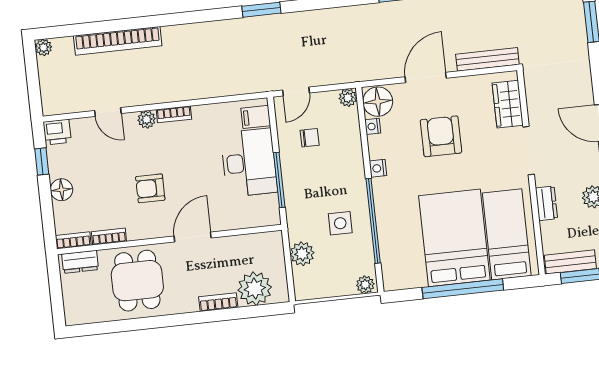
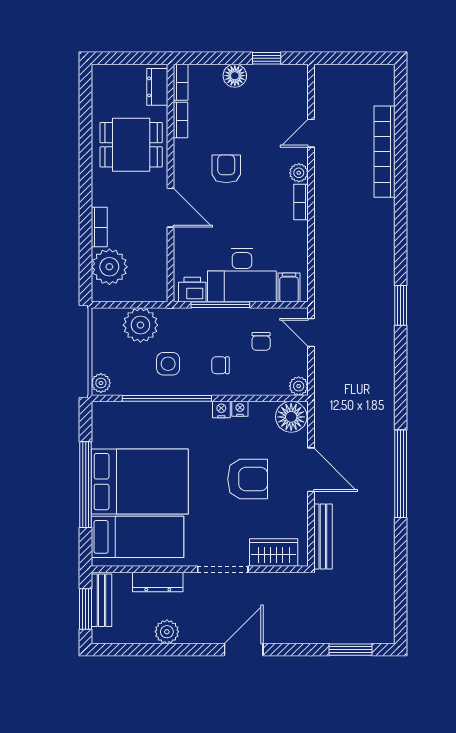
plant: (43, 47) -> (386, 73), removed
nightstand: (373, 126) -> (240, 409), moved
printer: (57, 132) -> (192, 290), moved, turned 90
chair: (336, 174) -> (220, 365), added
dresser: (546, 203) -> (158, 582), width x1.44
plant: (302, 254) -> (140, 325), width x1.36, depth x1.36

